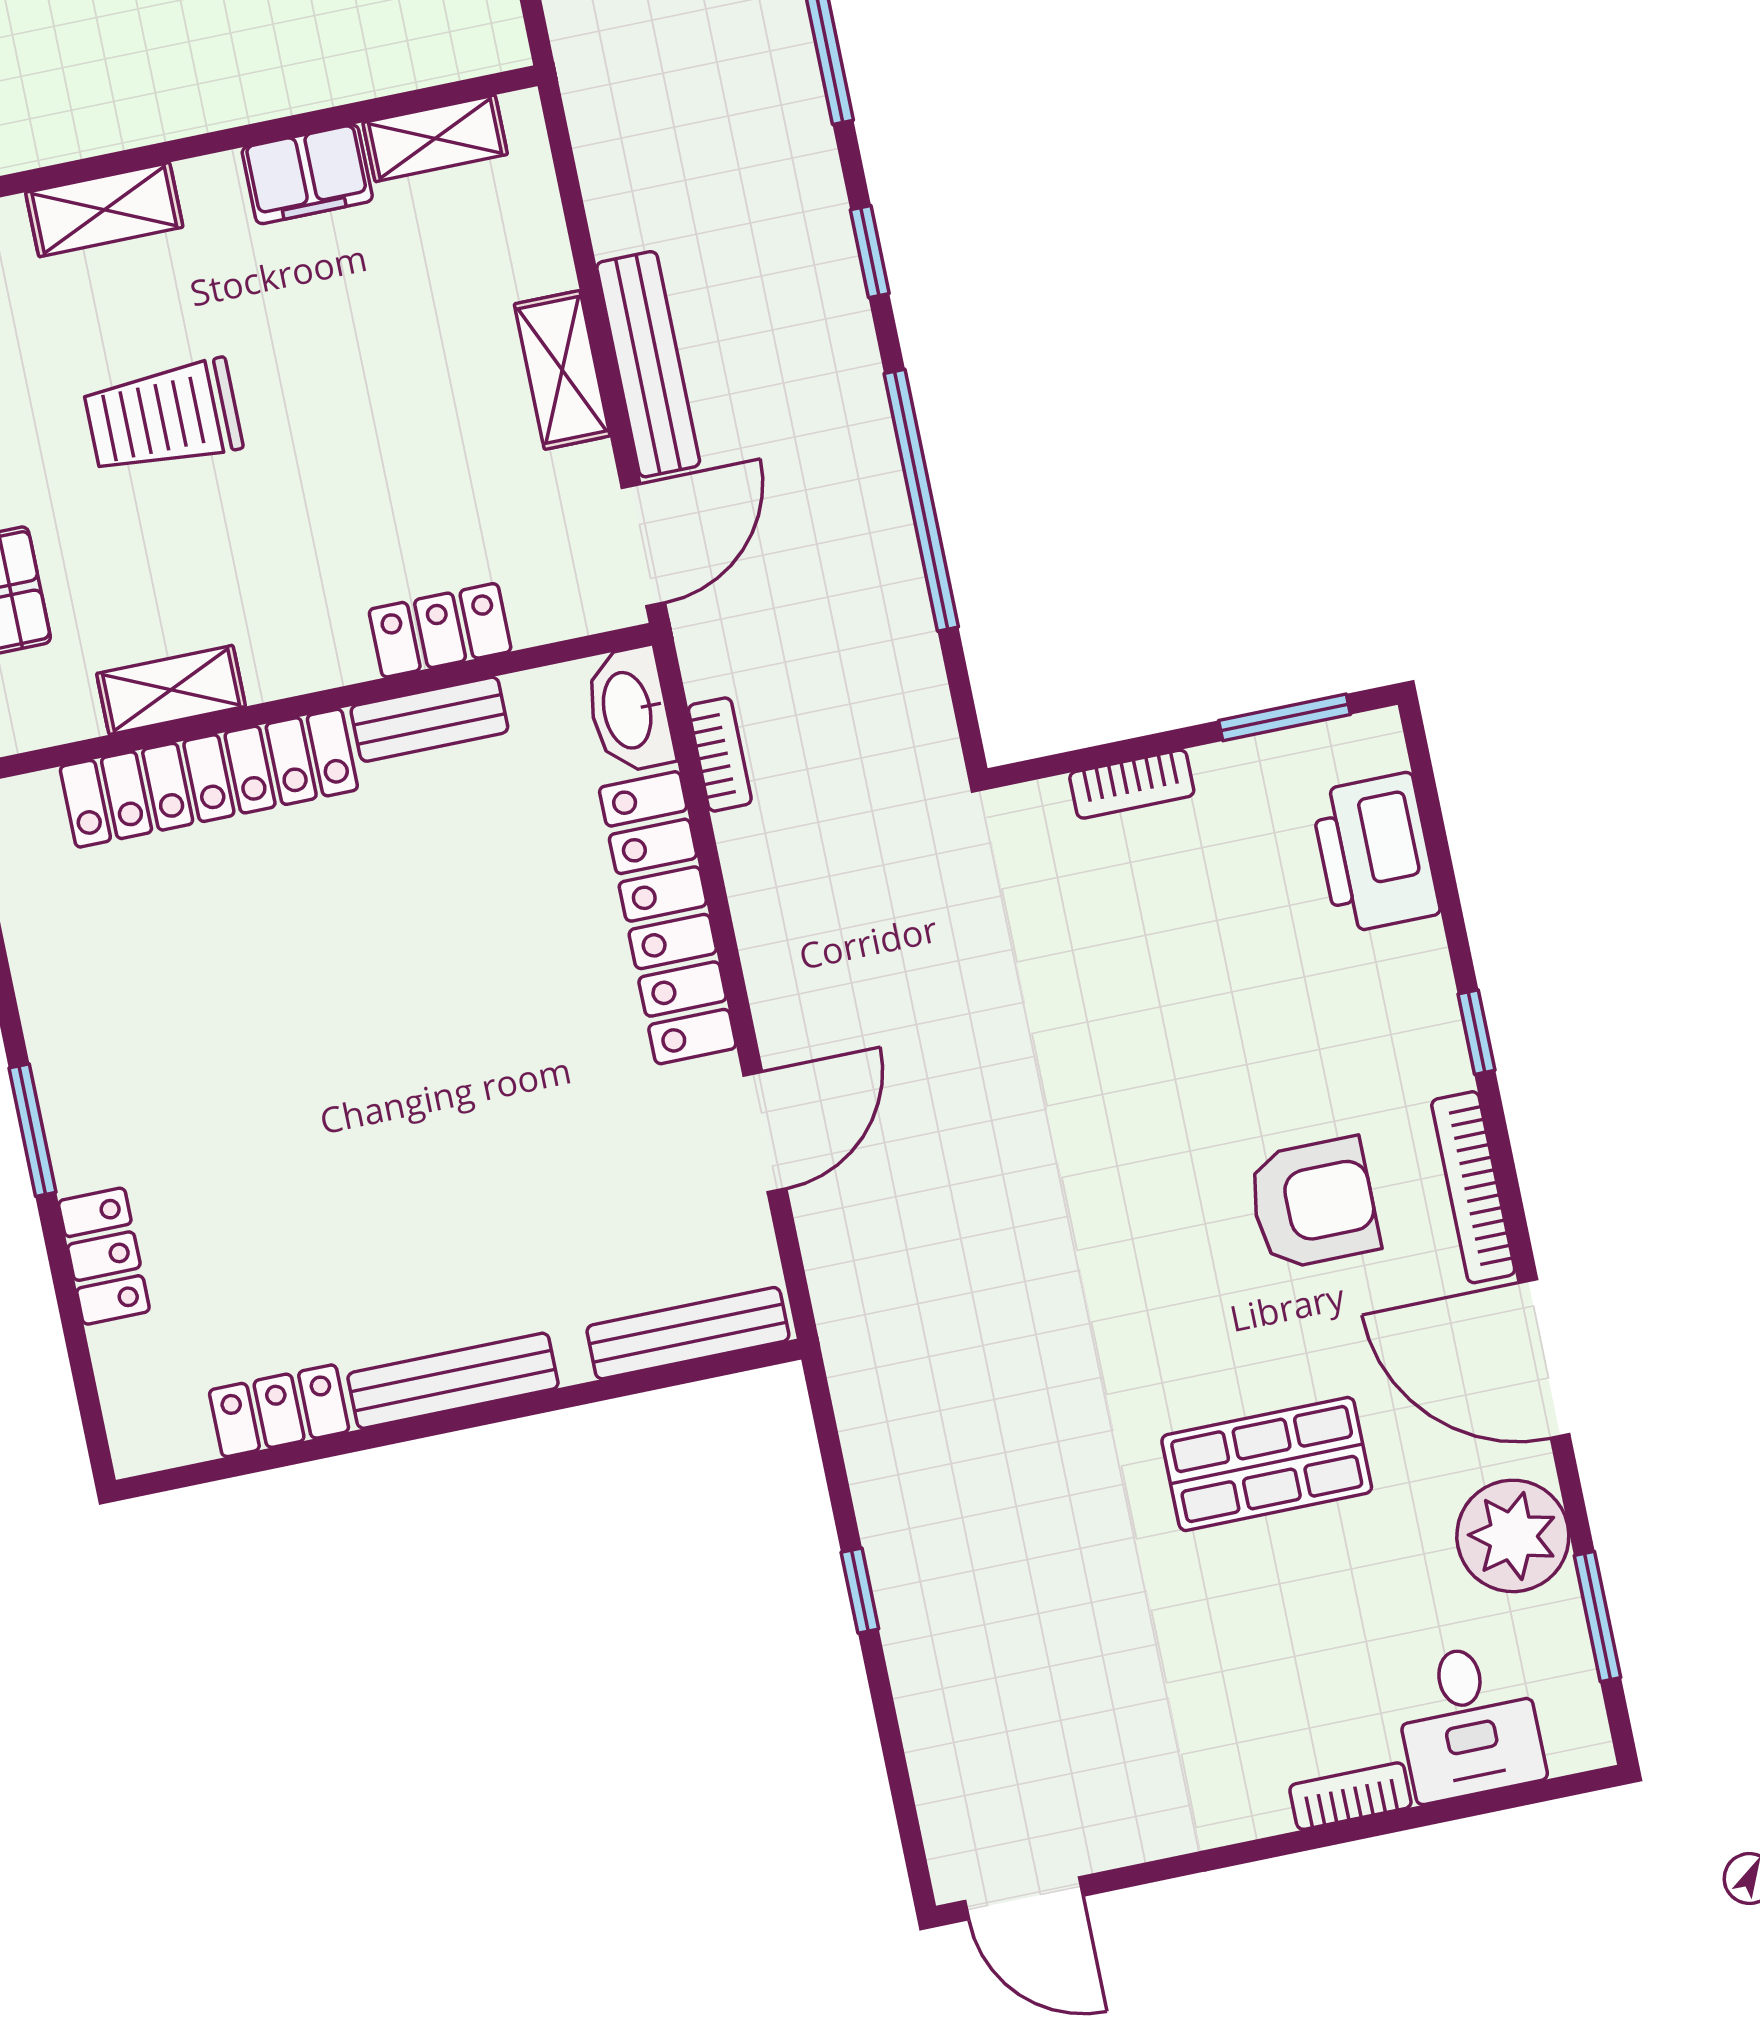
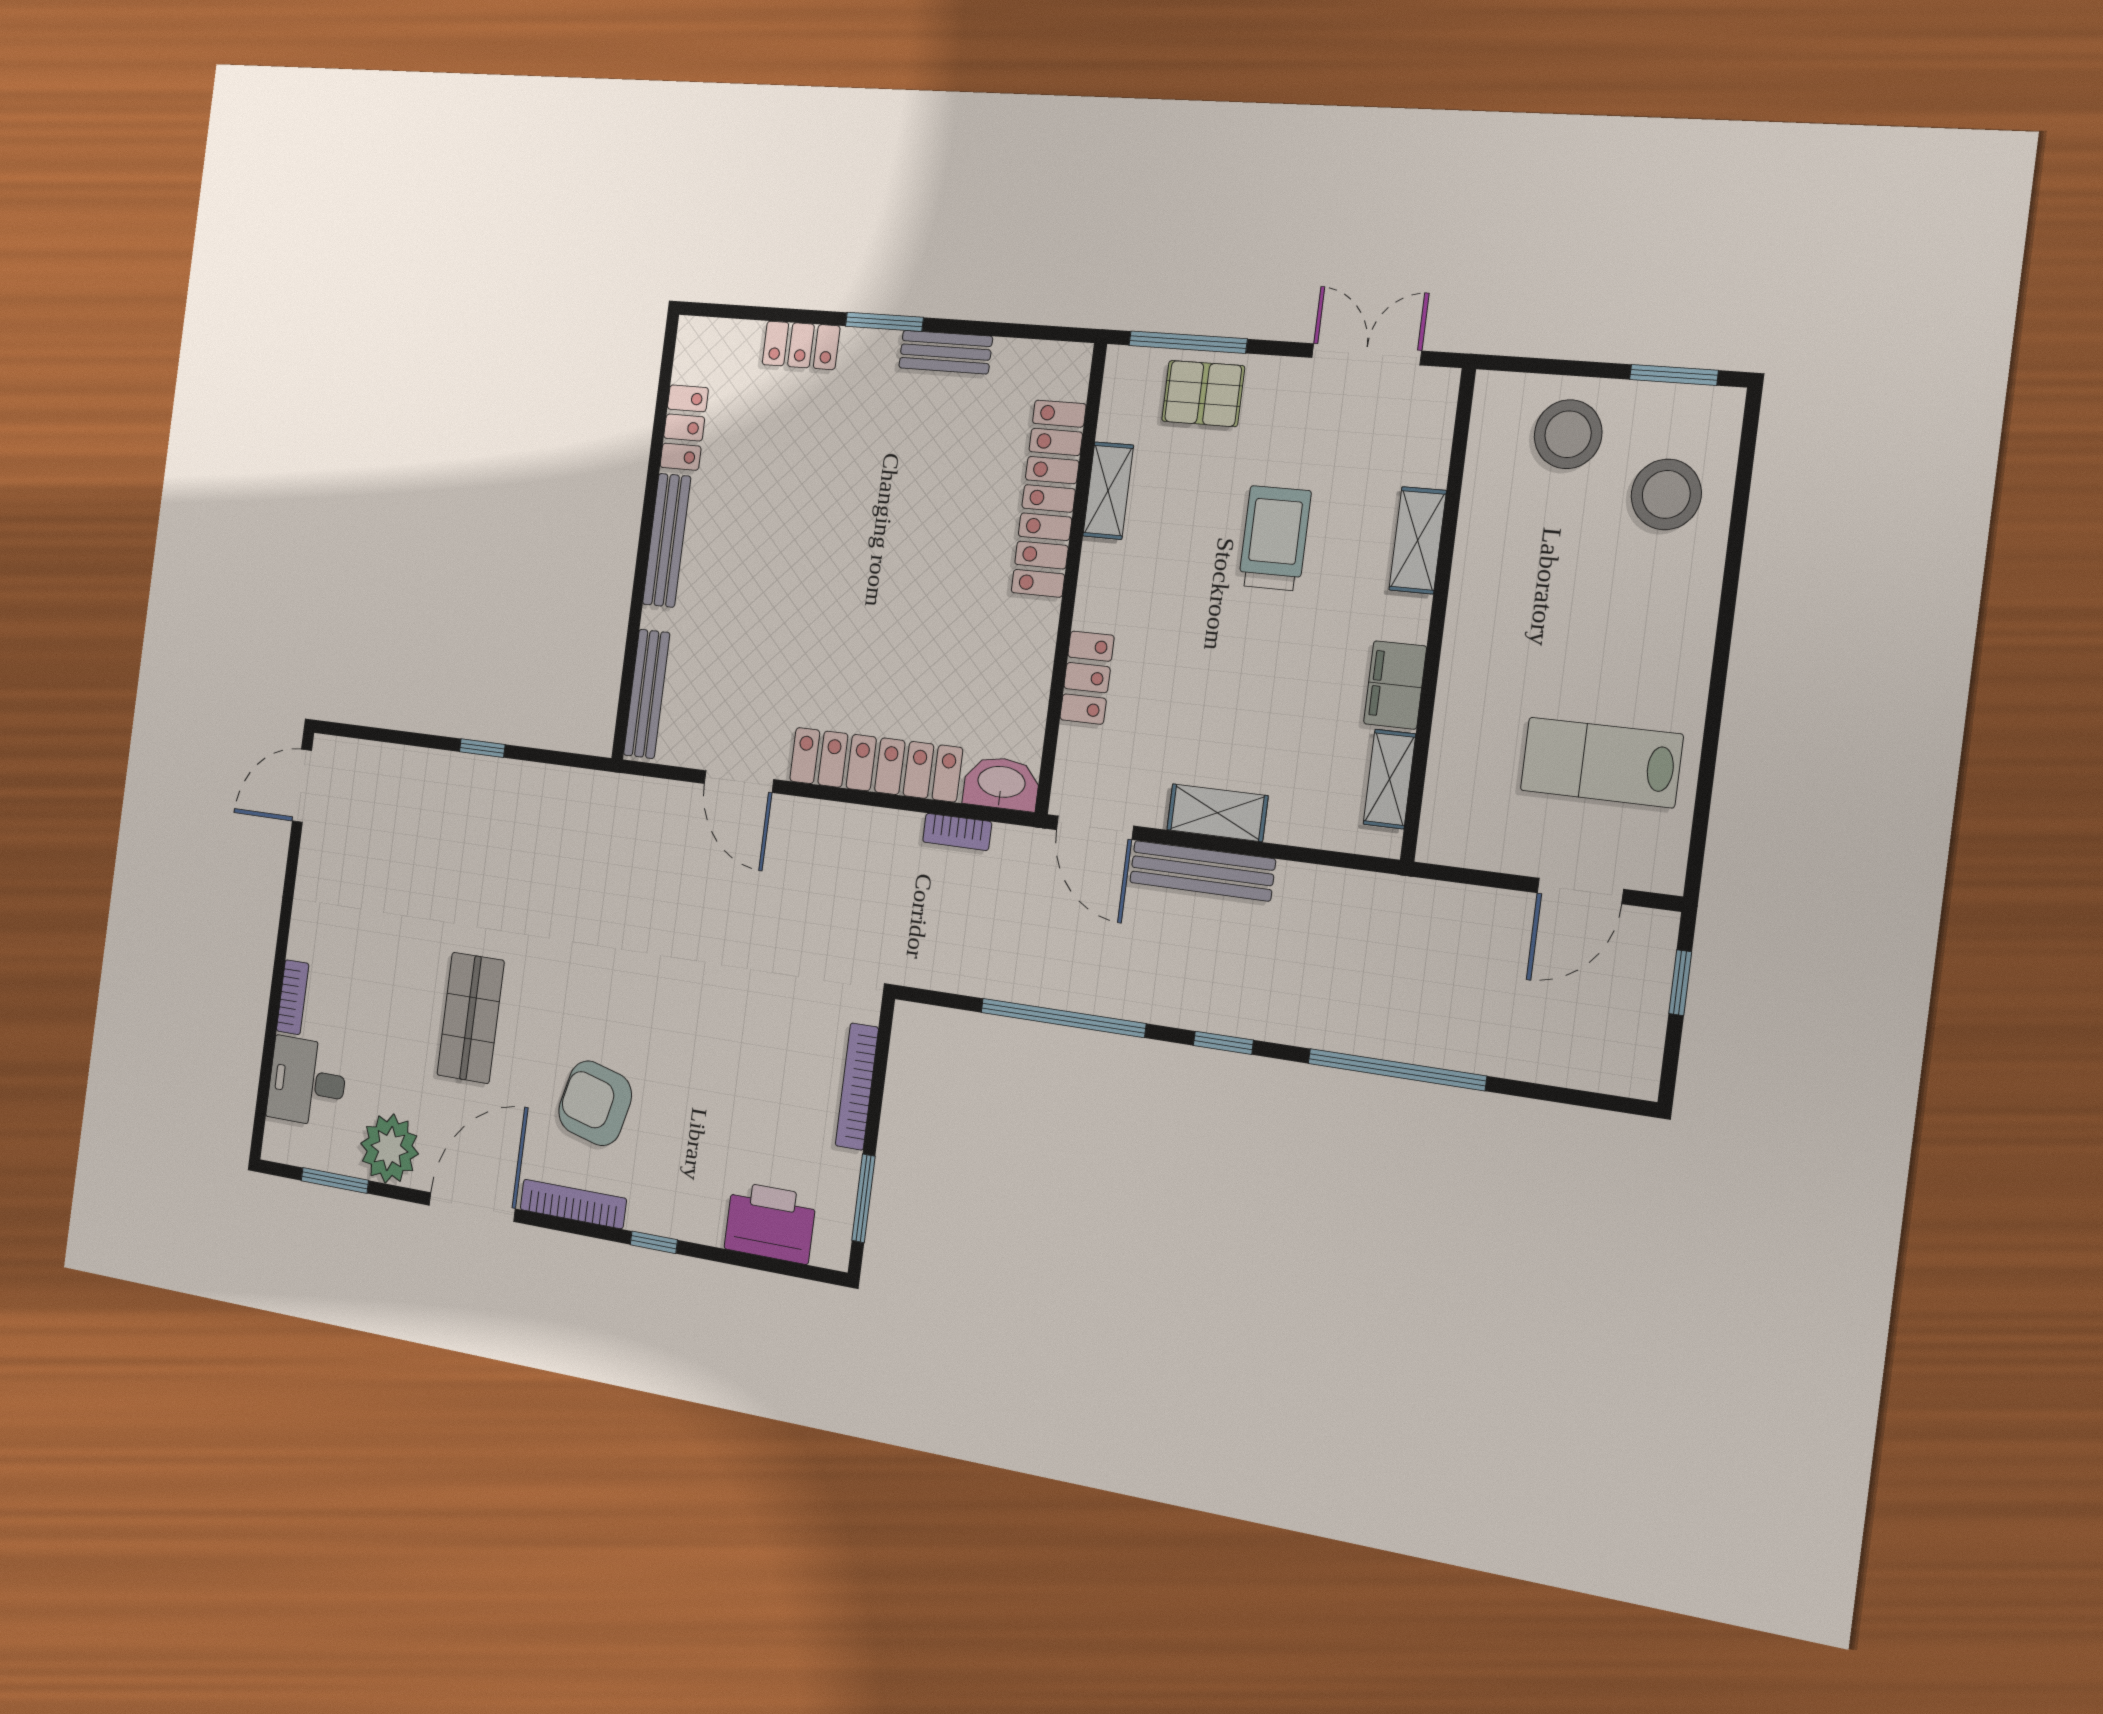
bench: (429, 719) -> (946, 352), moved, turned 90
bookcase: (1132, 784) -> (857, 1086), width x1.56
armchair: (1313, 1203) -> (595, 1103), turned 104

